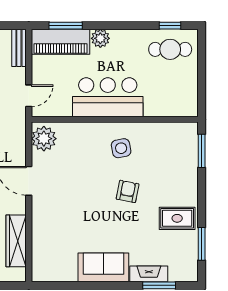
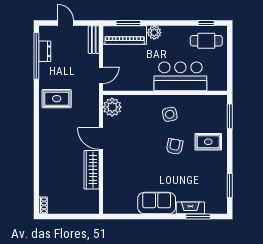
bar counter: (108, 97) -> (180, 76), moved
rug: (177, 218) -> (208, 142), moved
wardrobe: (16, 241) -> (92, 170), moved

